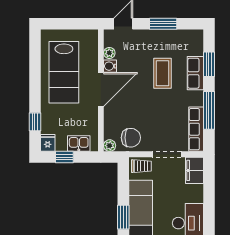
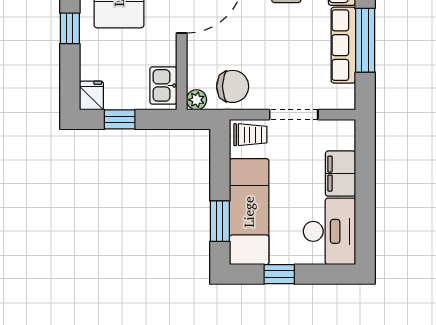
window: (35, 122) -> (70, 28), moved
row of seats: (196, 129) -> (343, 45), moved
kitchen sink: (79, 143) -> (163, 85), moved, turned -90
filing cabinet: (194, 170) -> (340, 174), moved

